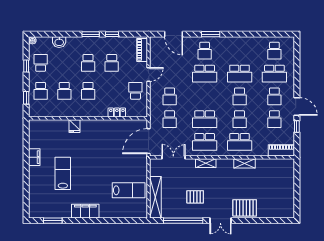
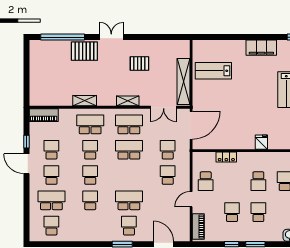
school desk: (240, 74) -> (90, 200), width x0.54
school desk: (88, 91) -> (258, 181), turned 180
fridge: (74, 126) -> (261, 142), moved
shelving: (155, 197) -> (184, 82), moved
window: (183, 221) -> (63, 37), moved

